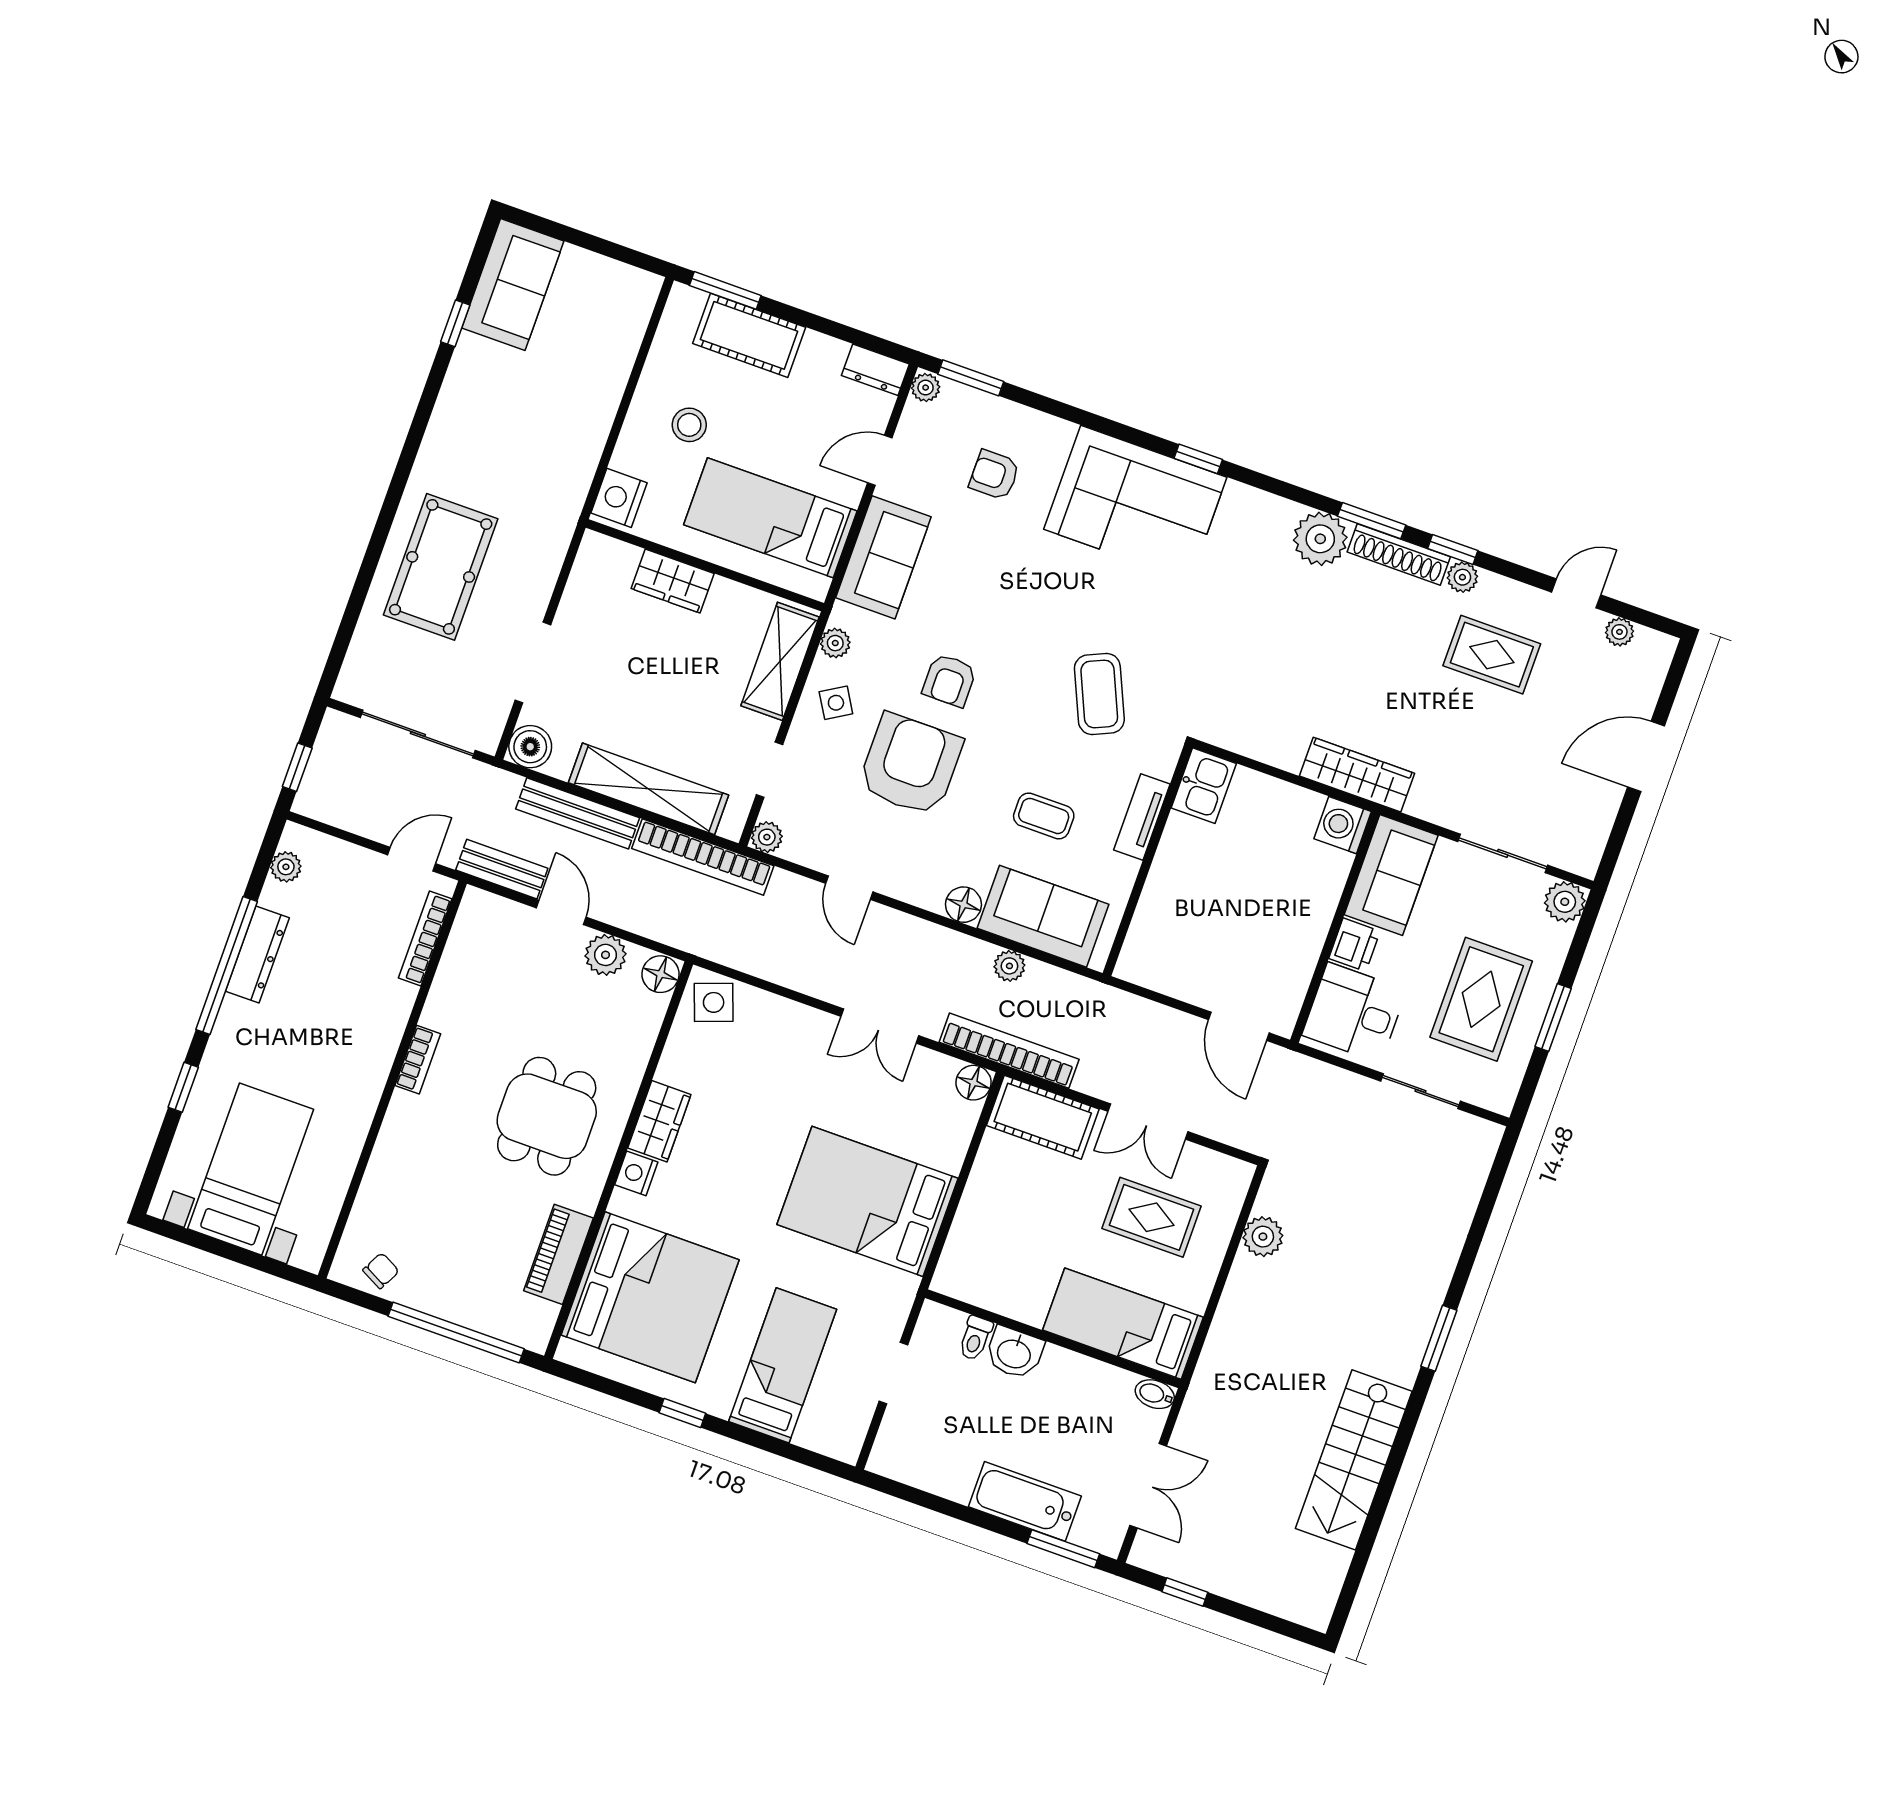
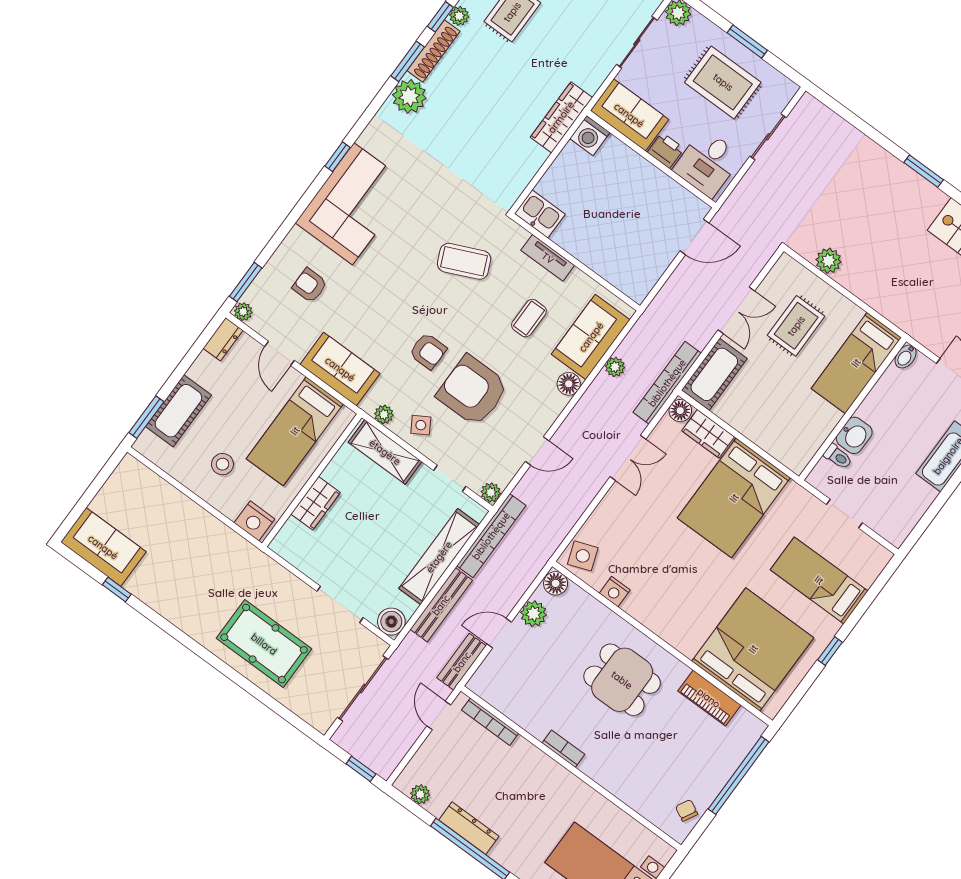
armchair: (994, 475) -> (310, 285), turned 90
wardrobe: (659, 1121) -> (708, 434), moved, turned 180
nightstand: (636, 1173) -> (615, 592), moved

